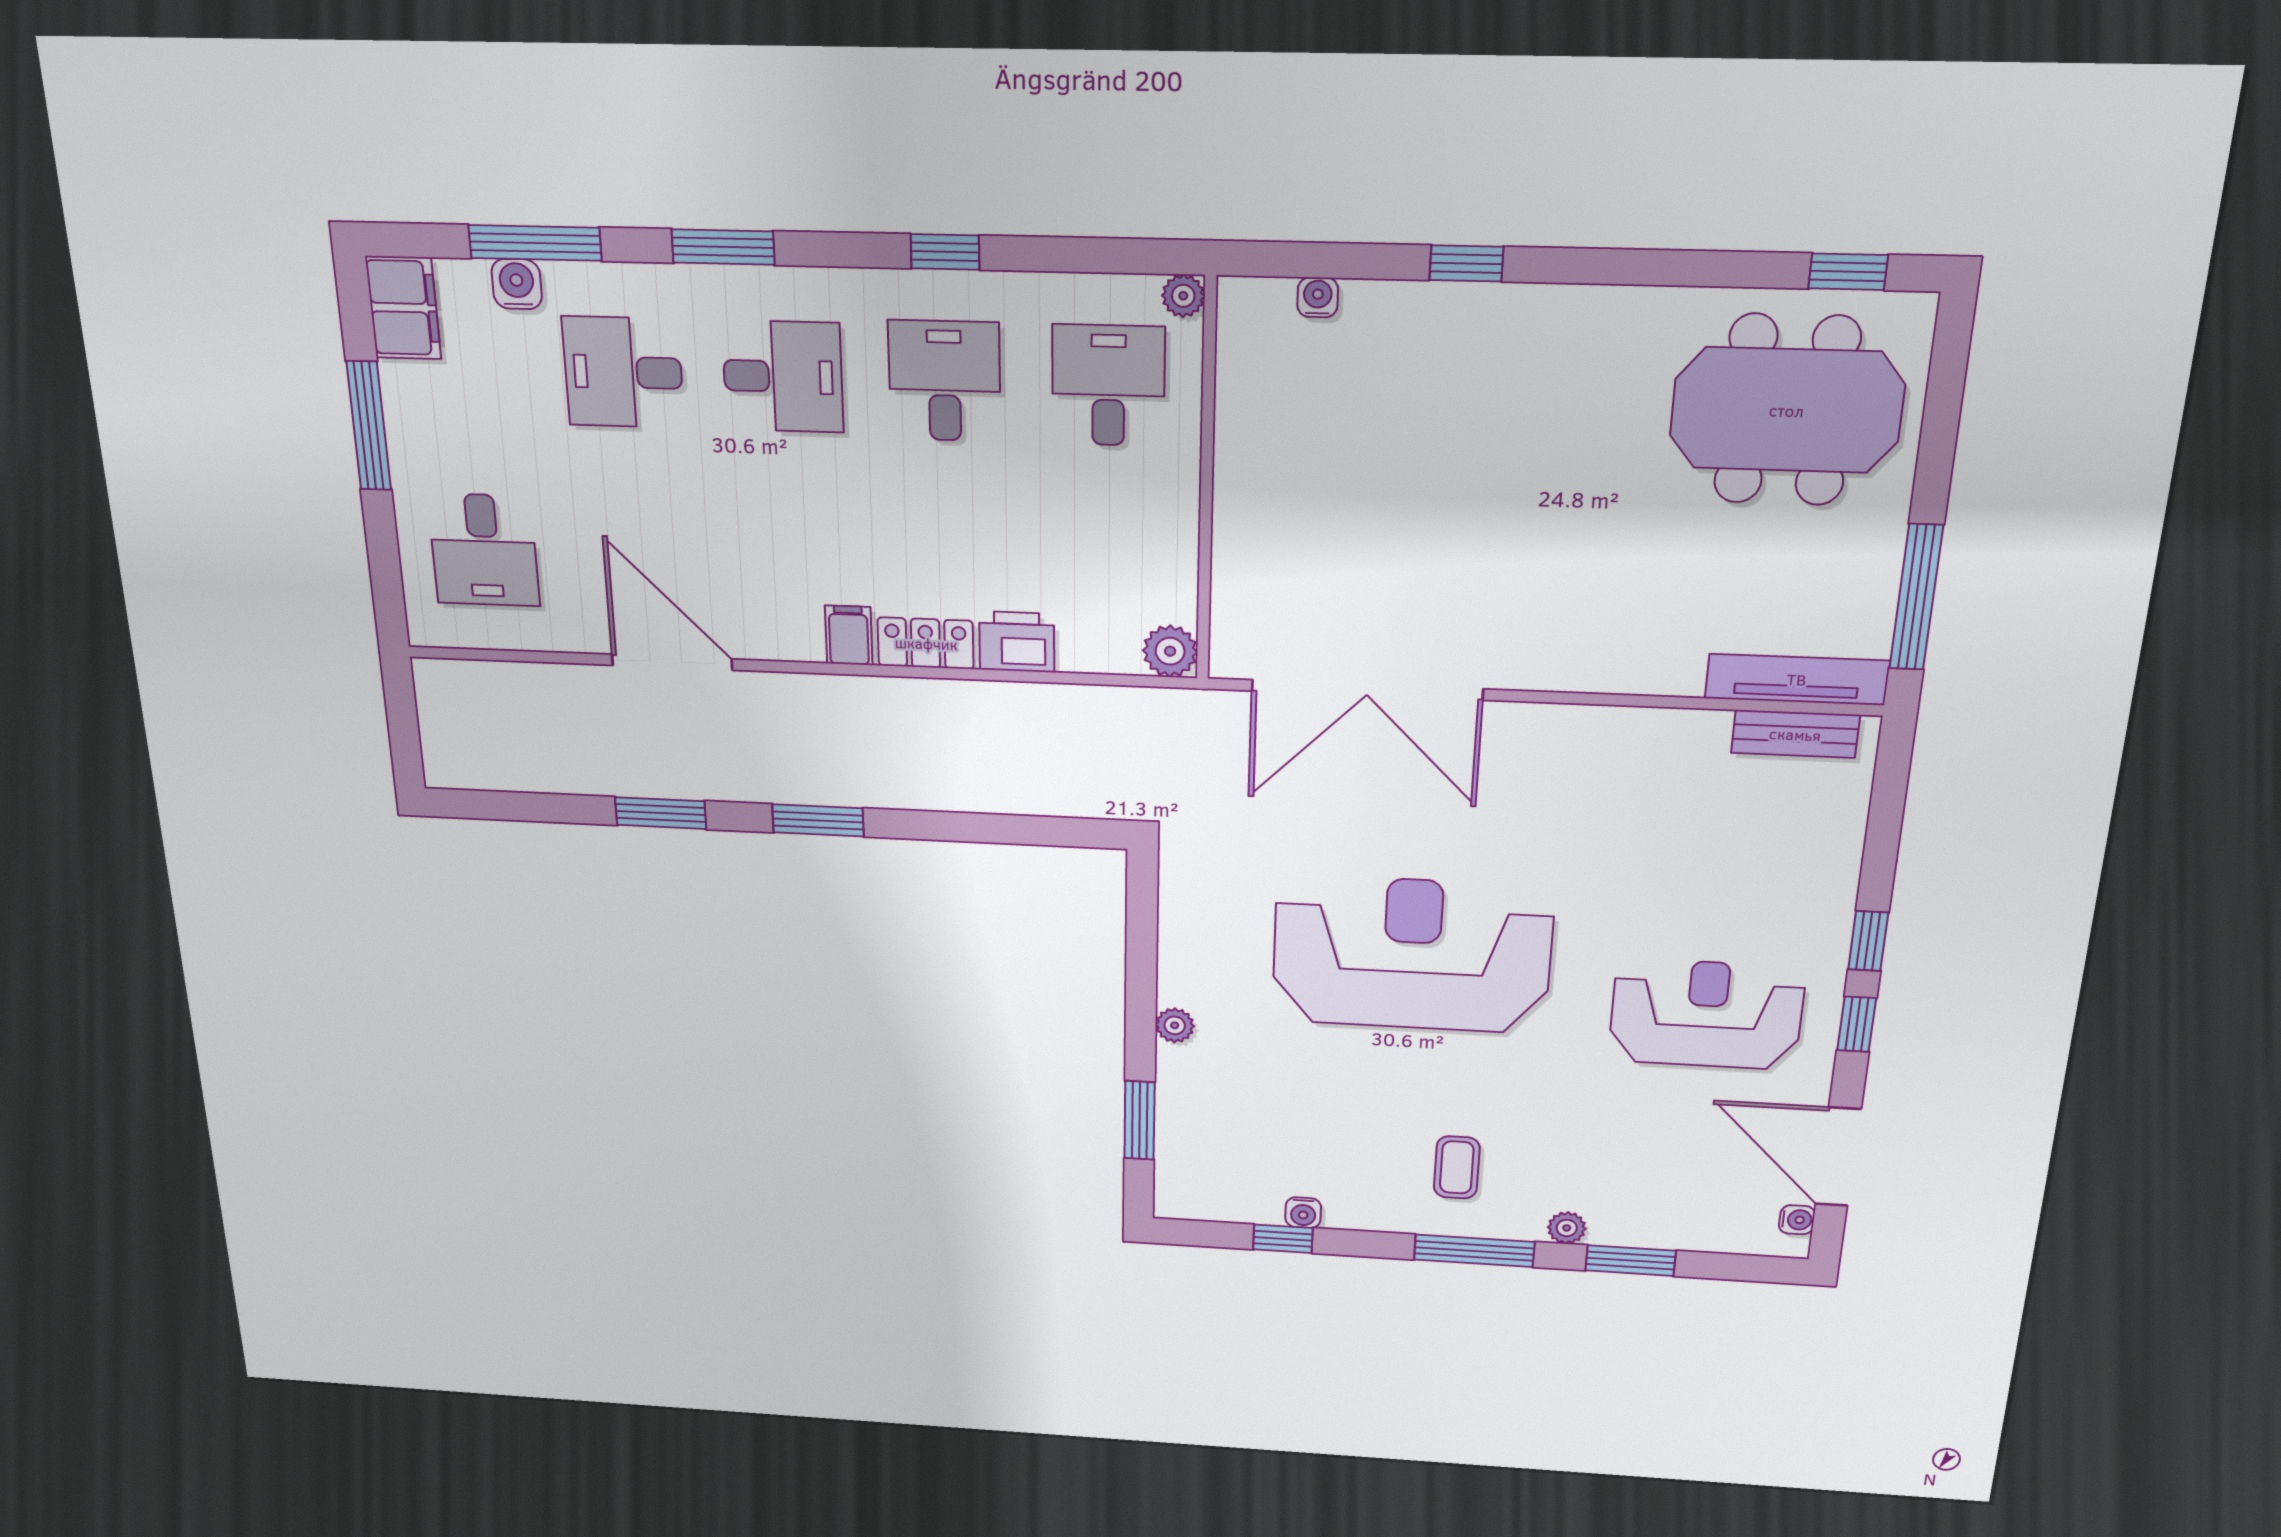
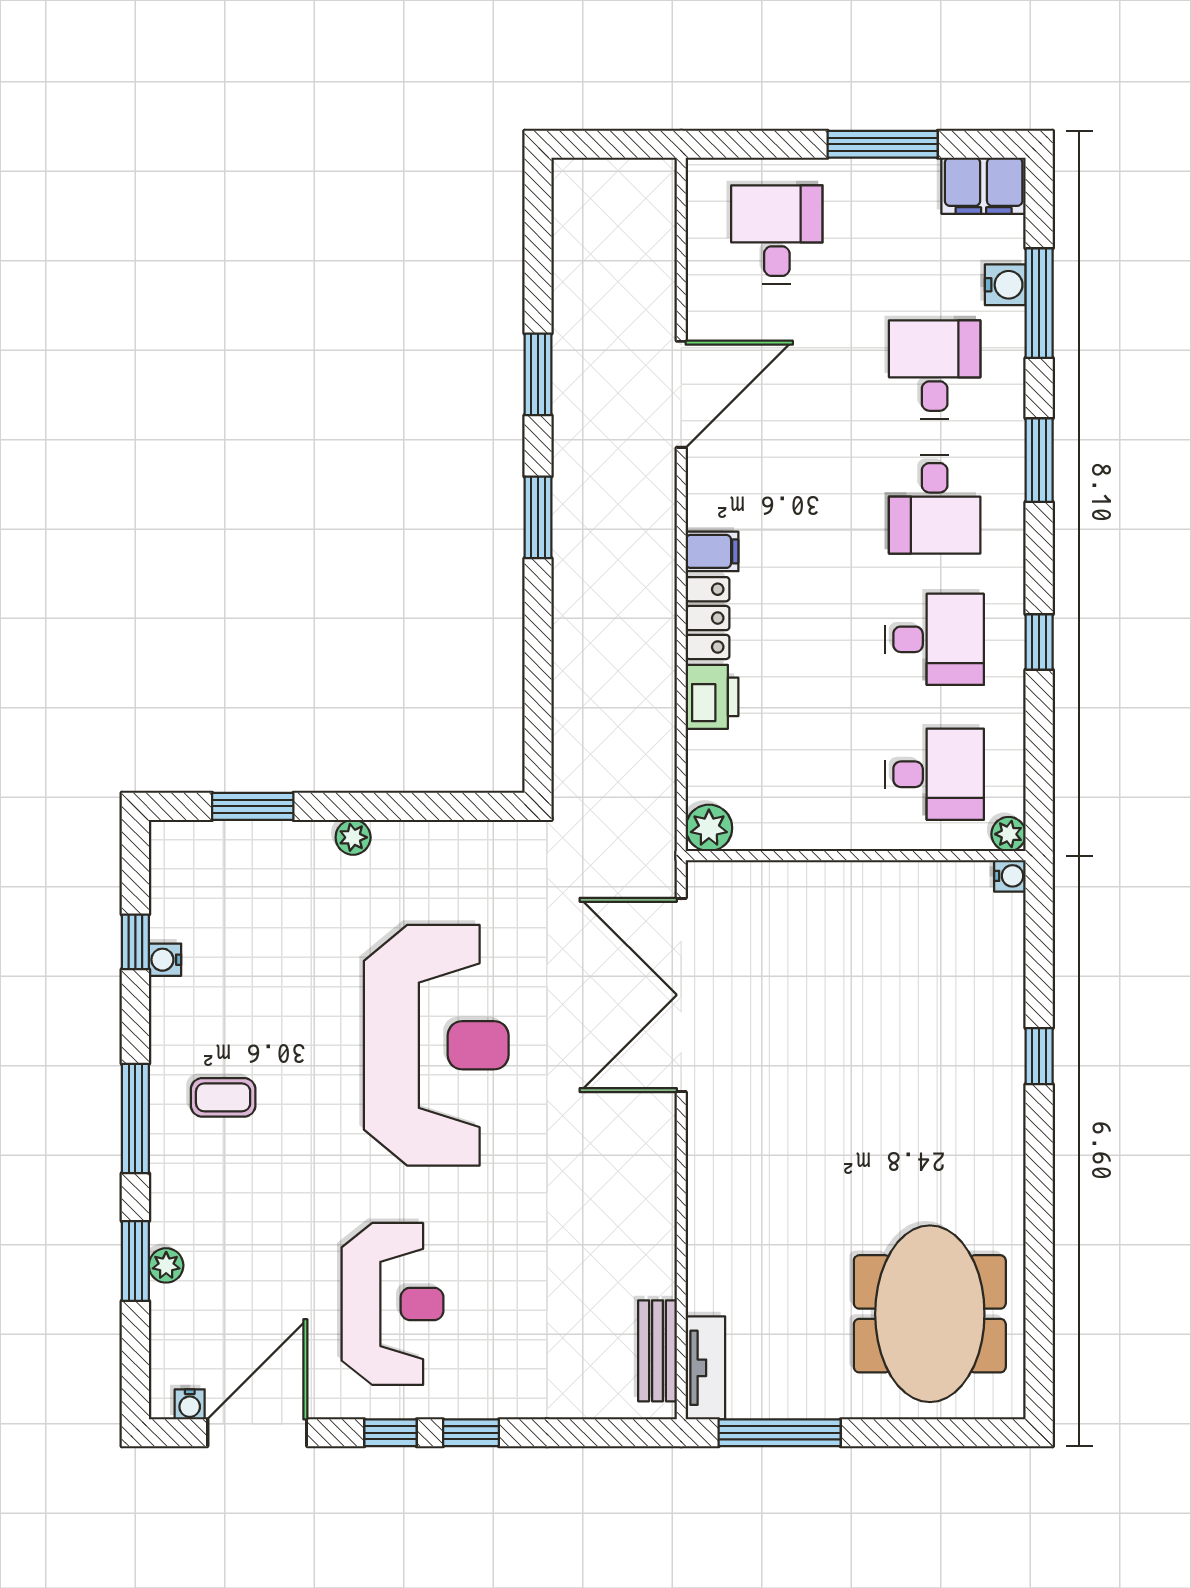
window: (1848, 272) -> (1039, 1348), removed
water cooler: (1318, 297) -> (1010, 876), moved
desk: (484, 550) -> (777, 235), turned 90
tv unit: (1797, 679) -> (705, 1368), width x0.71
plant: (1567, 1228) -> (166, 1265), moved

